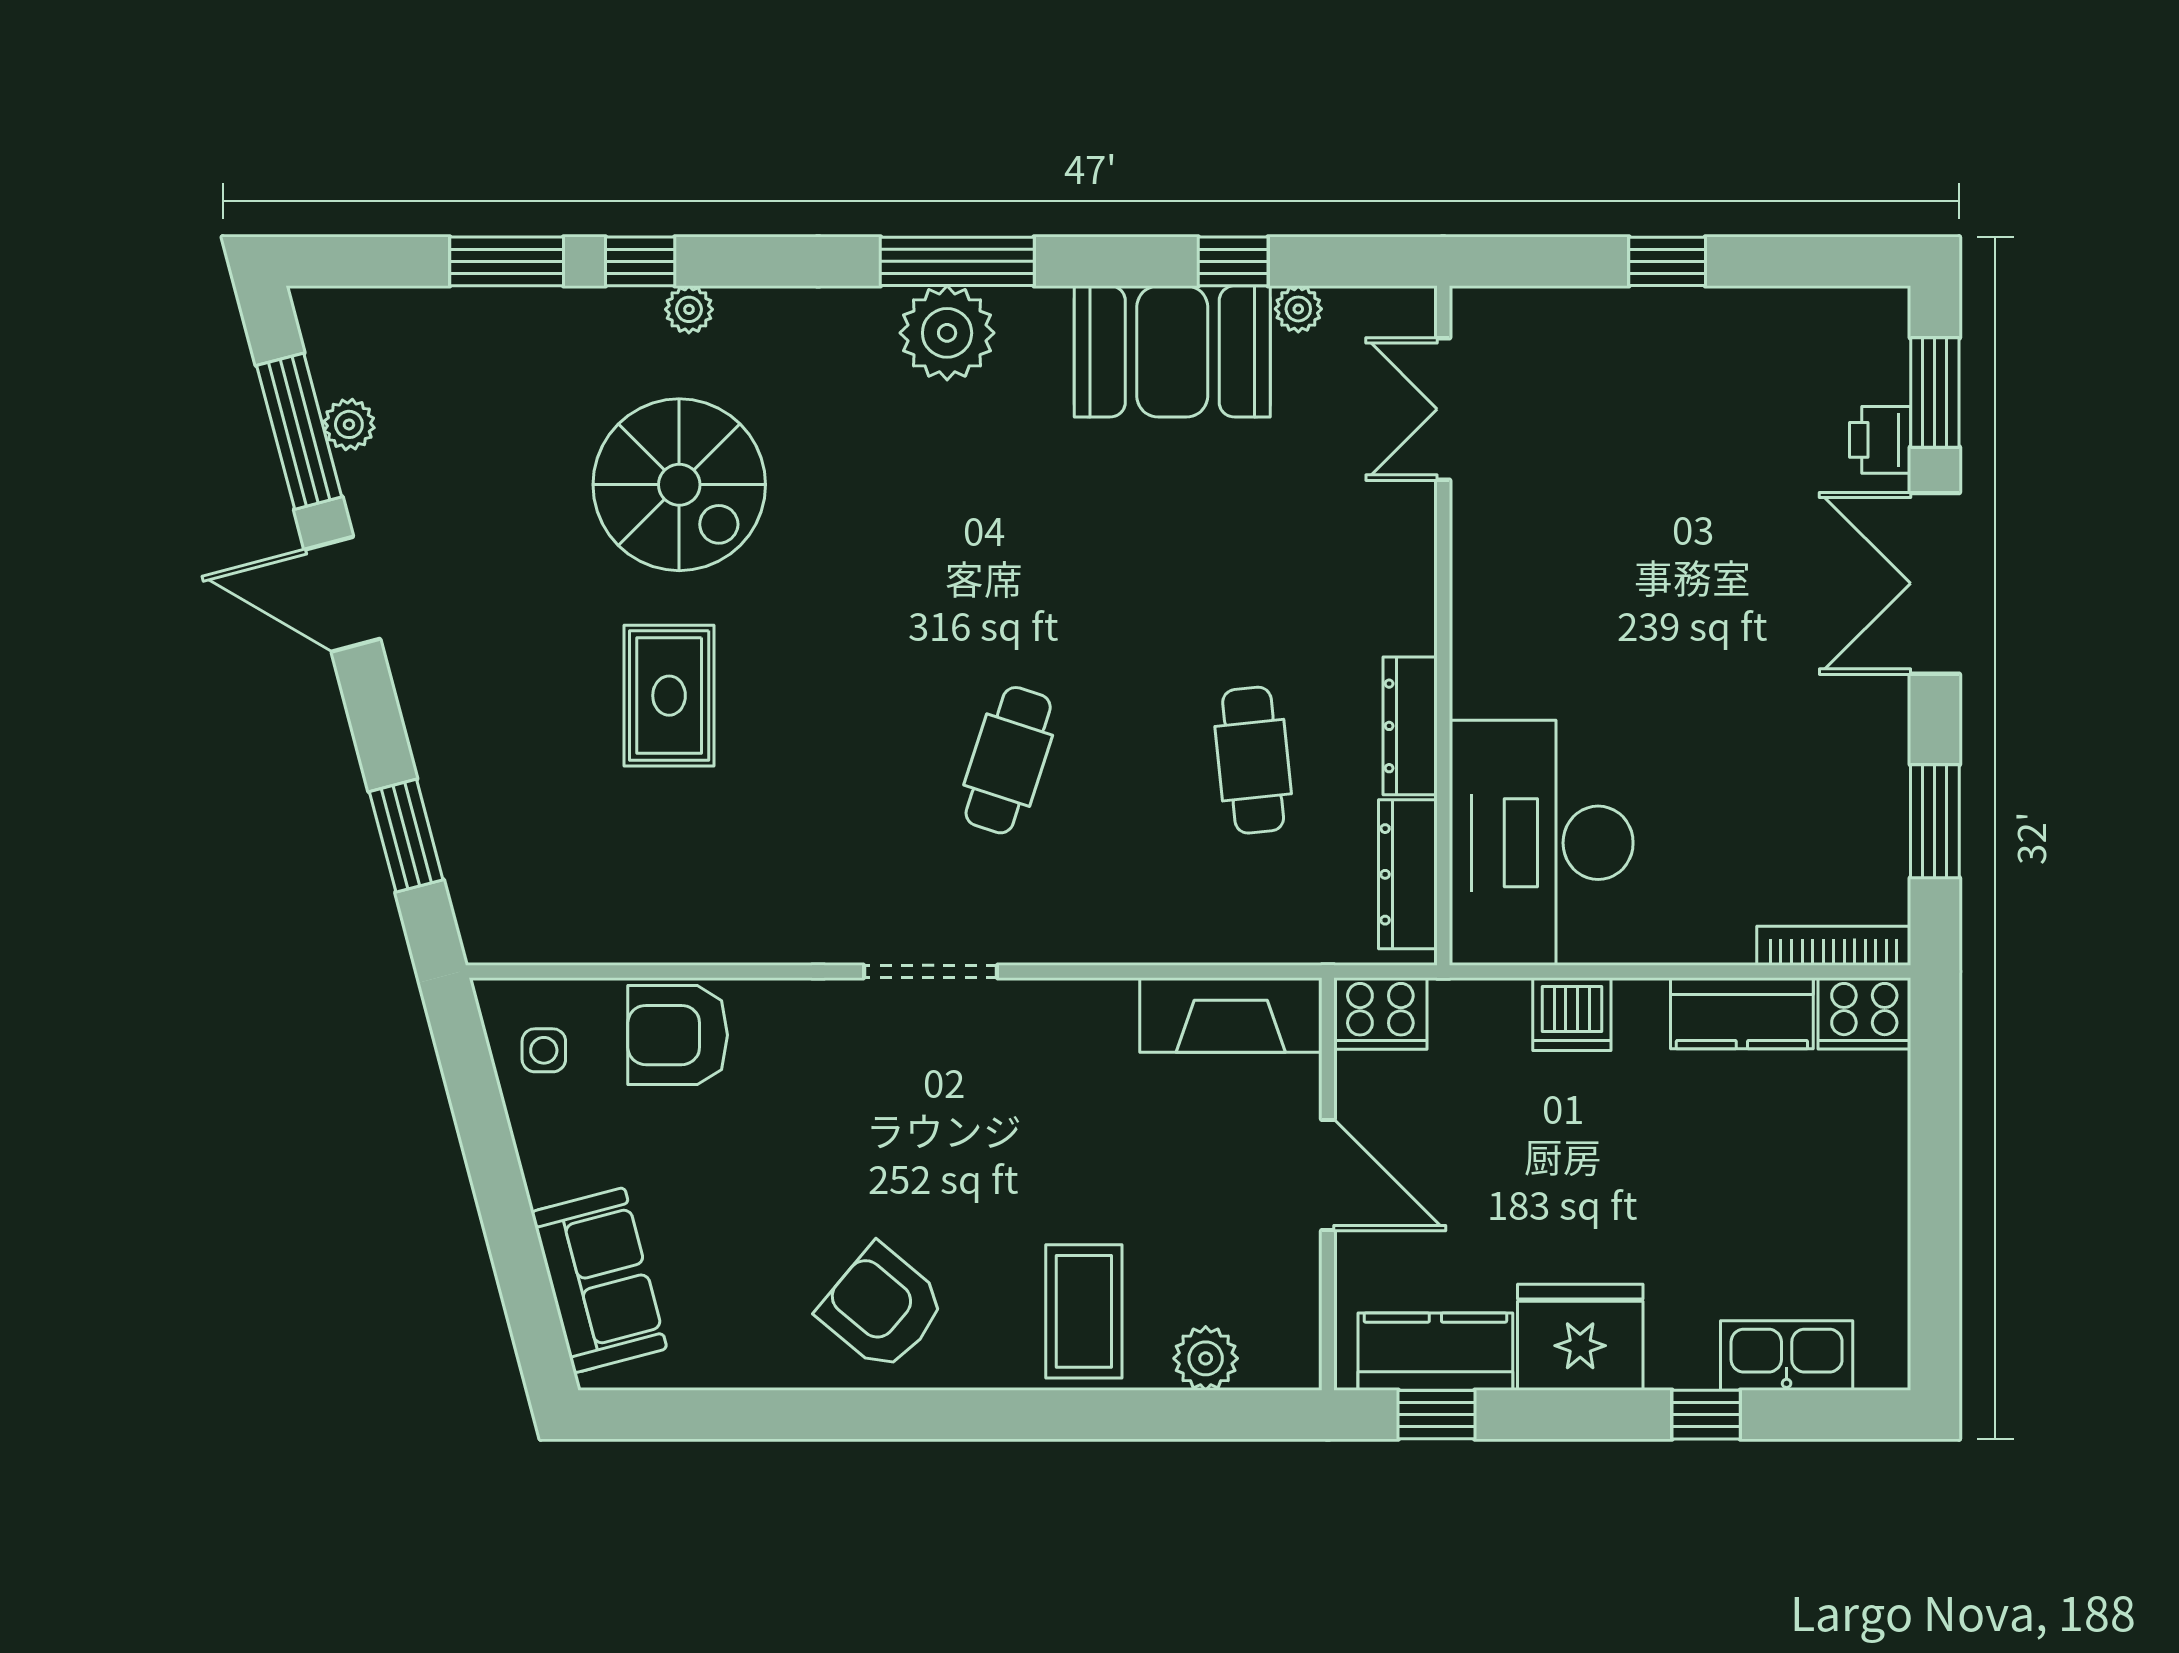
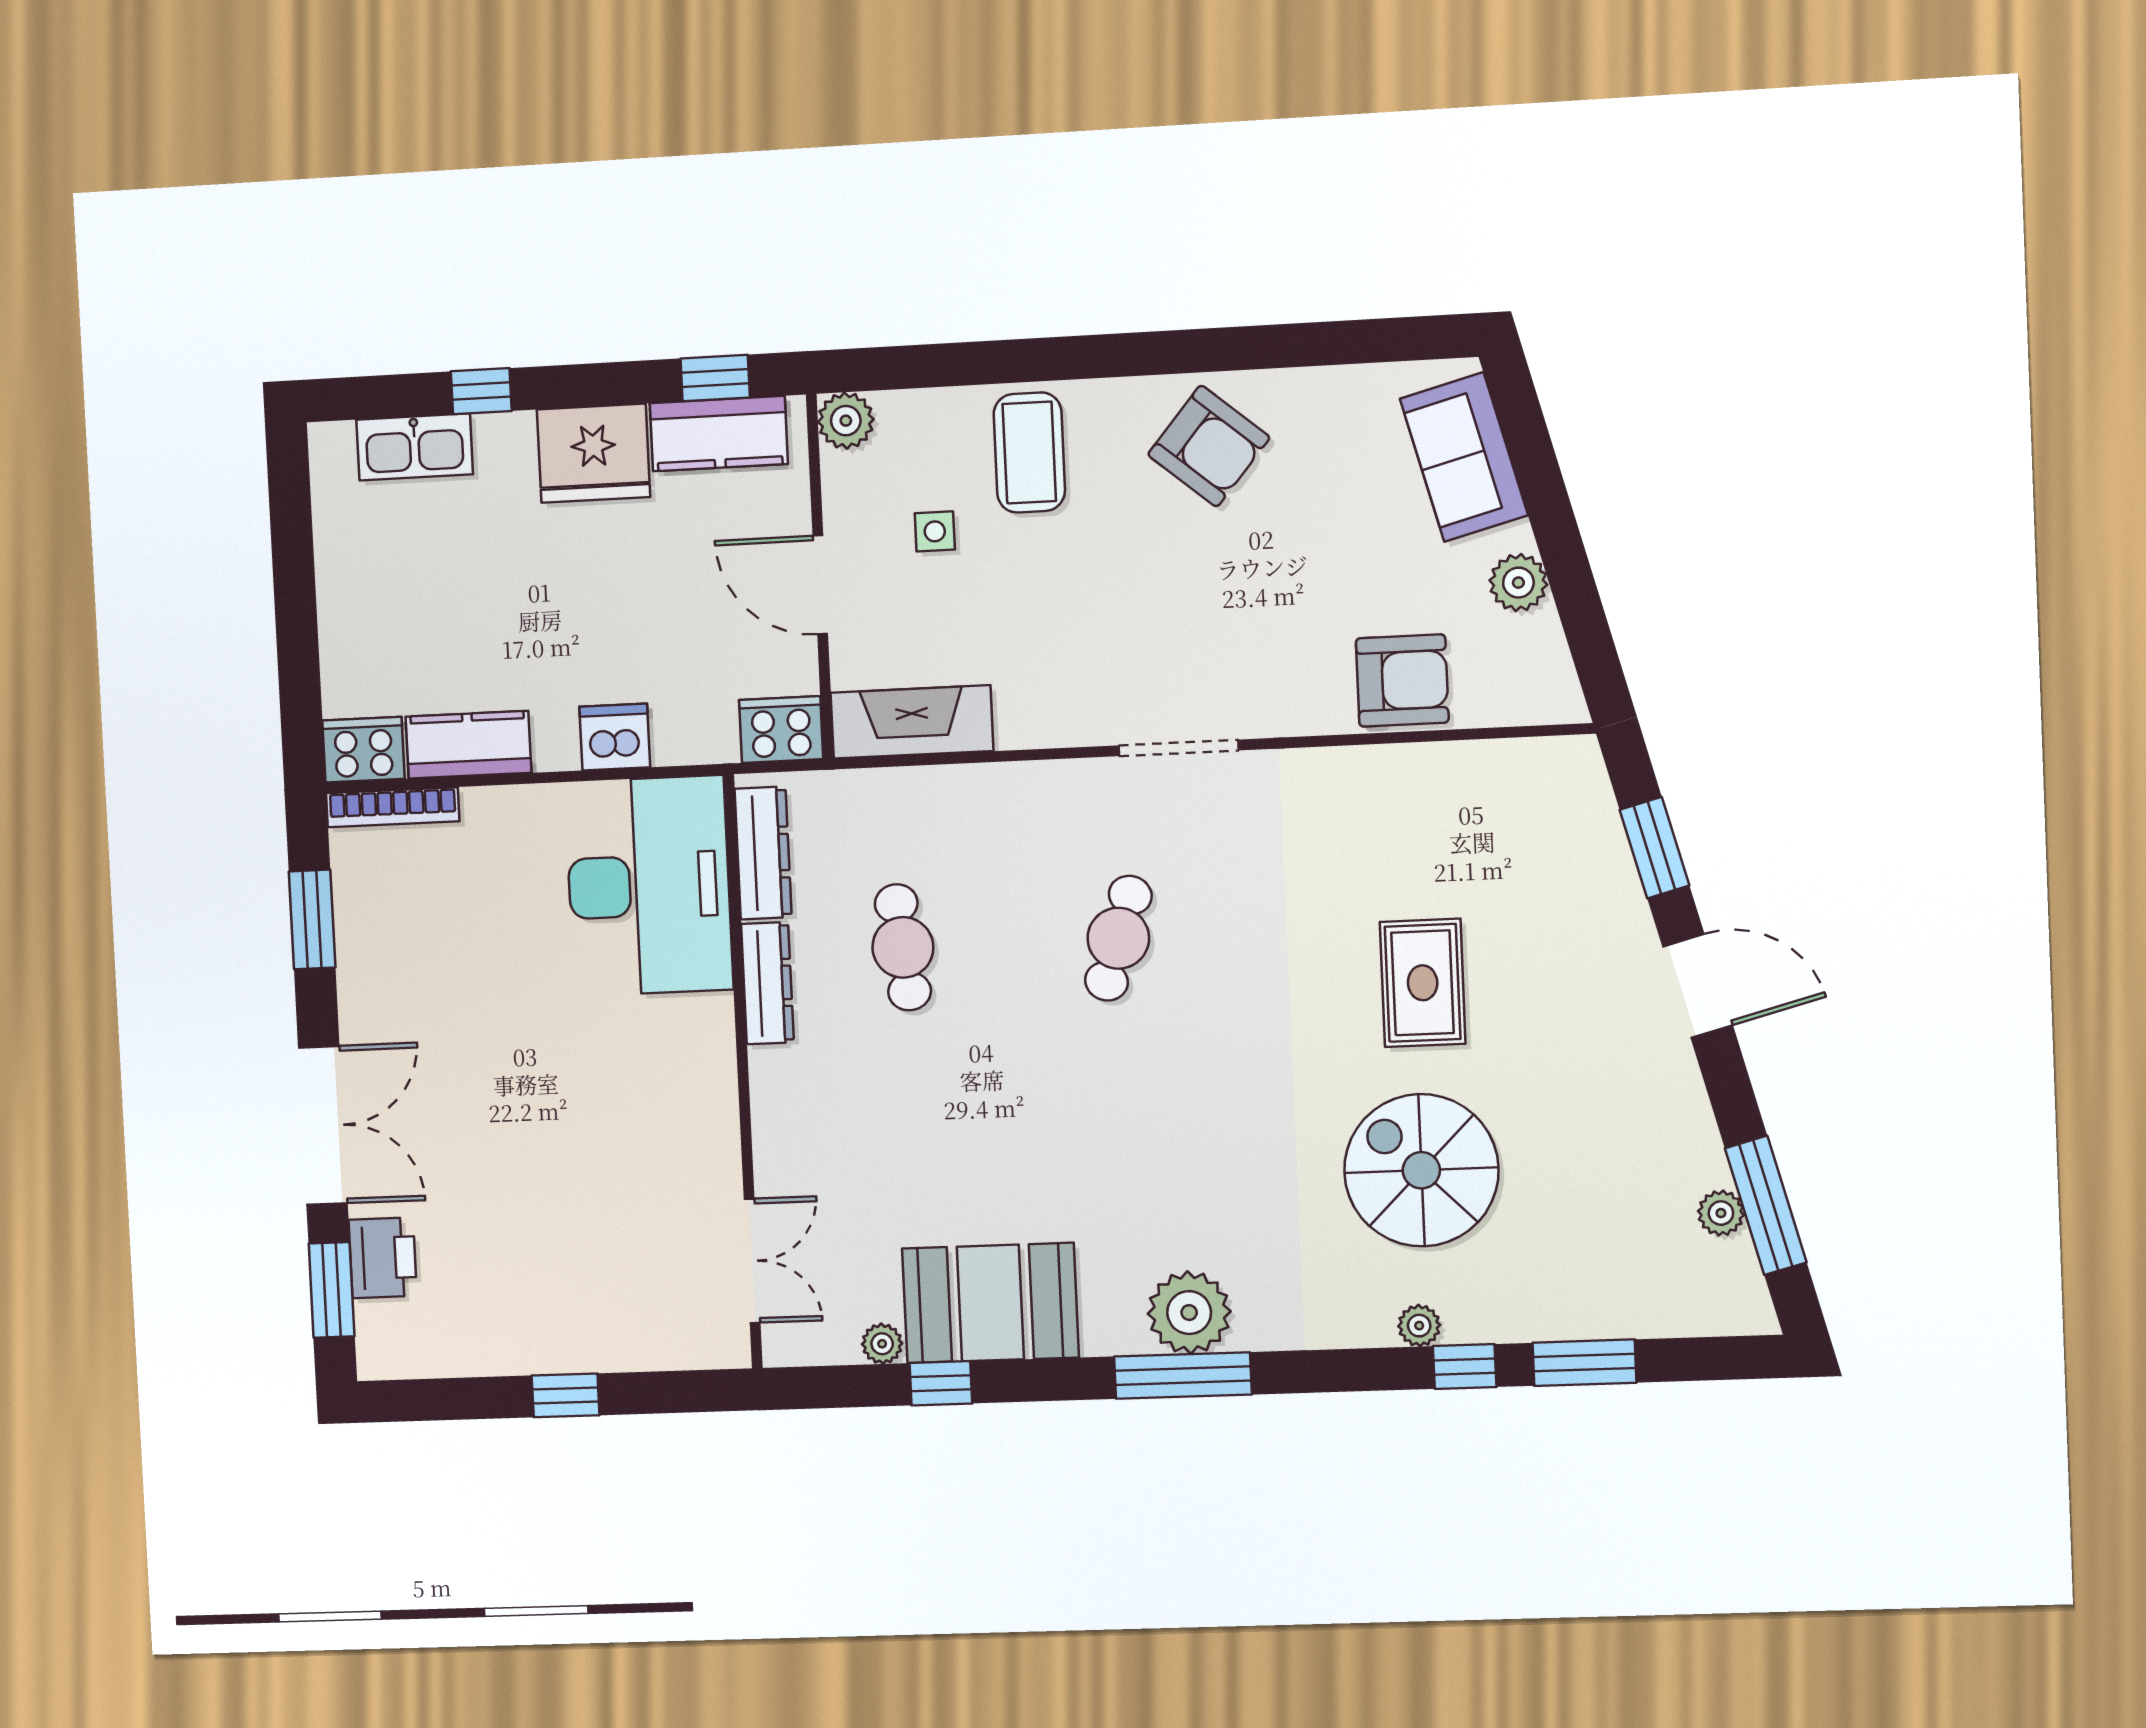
printer: (1880, 440) -> (383, 1258), width x1.36, depth x1.24
door: (342, 594) -> (1698, 986), moved
side table: (544, 1050) -> (935, 531), moved
plant: (544, 1138) -> (1518, 583), added
plant: (1206, 1358) -> (846, 421), moved

